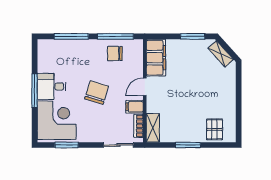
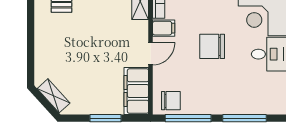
window: (193, 36) -> (106, 118), moved
chair: (115, 53) -> (171, 101), moved
chair: (97, 93) -> (212, 46), turned 73

